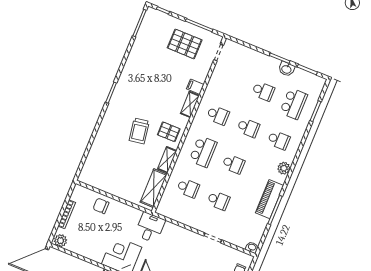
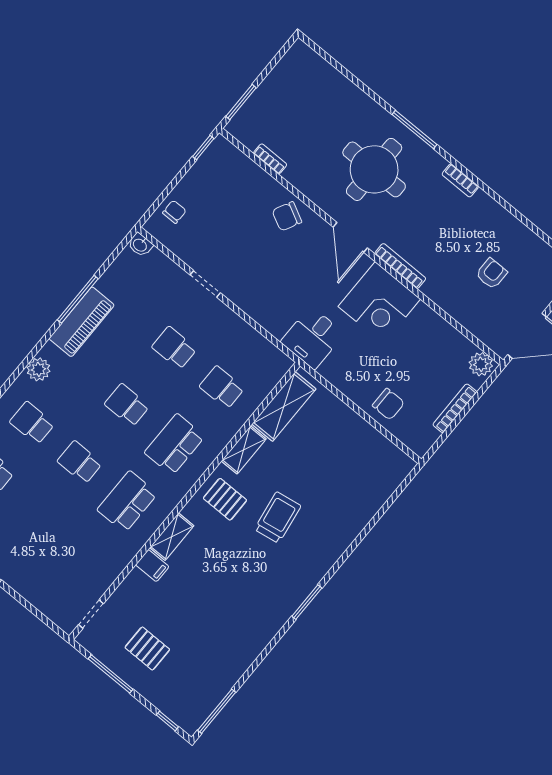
pallet: (185, 44) -> (147, 649), width x0.67, depth x0.71
school desk: (263, 91) -> (32, 519), removed
school desk: (218, 115) -> (127, 502), width x1.85

